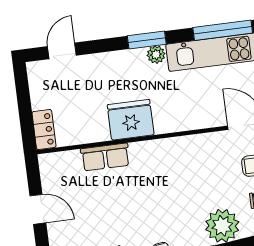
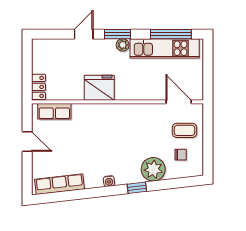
door: (62, 51) -> (84, 34), moved
row of seats: (105, 157) -> (54, 111), moved

